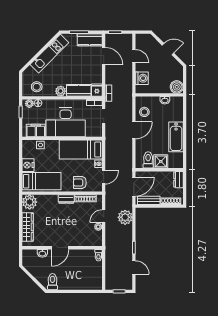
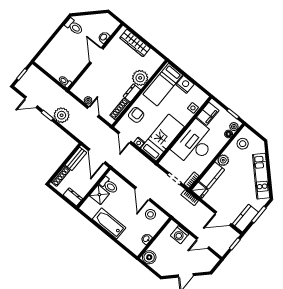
plant: (30, 202) -> (140, 78), moved
plant: (125, 217) -> (62, 115), moved

